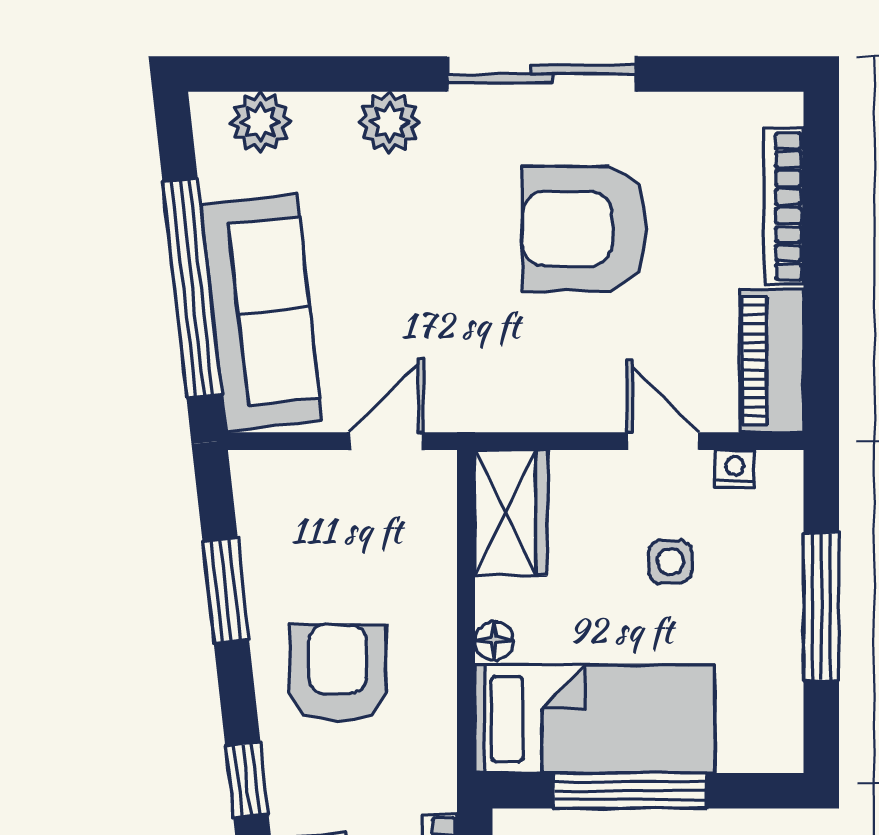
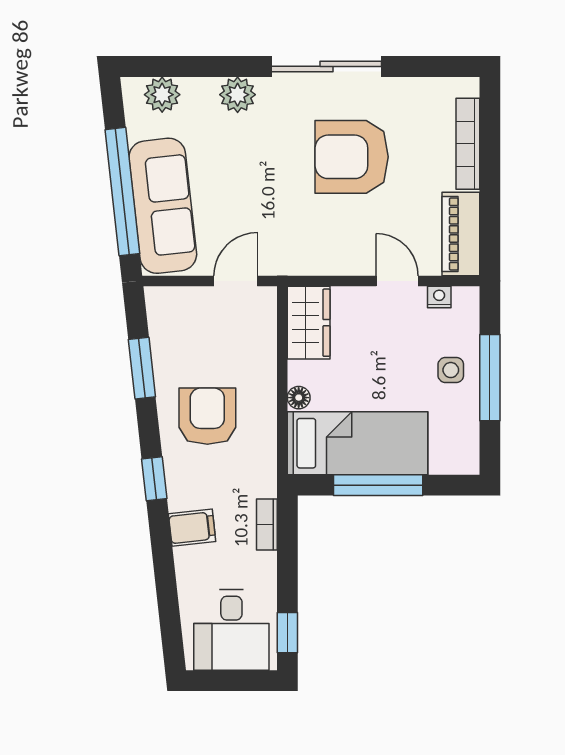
side table: (670, 562) -> (451, 370), moved

